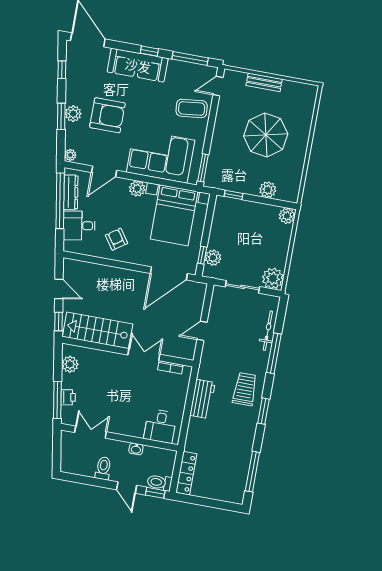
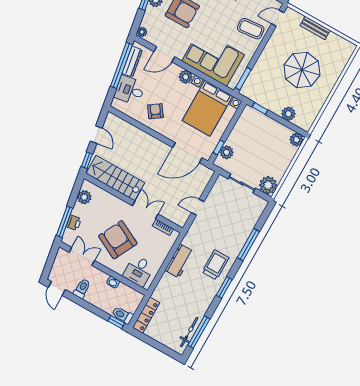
bicycle: (268, 331) -> (189, 332), moved
armchair: (125, 399) -> (118, 240), added
door: (127, 488) -> (57, 288), moved

